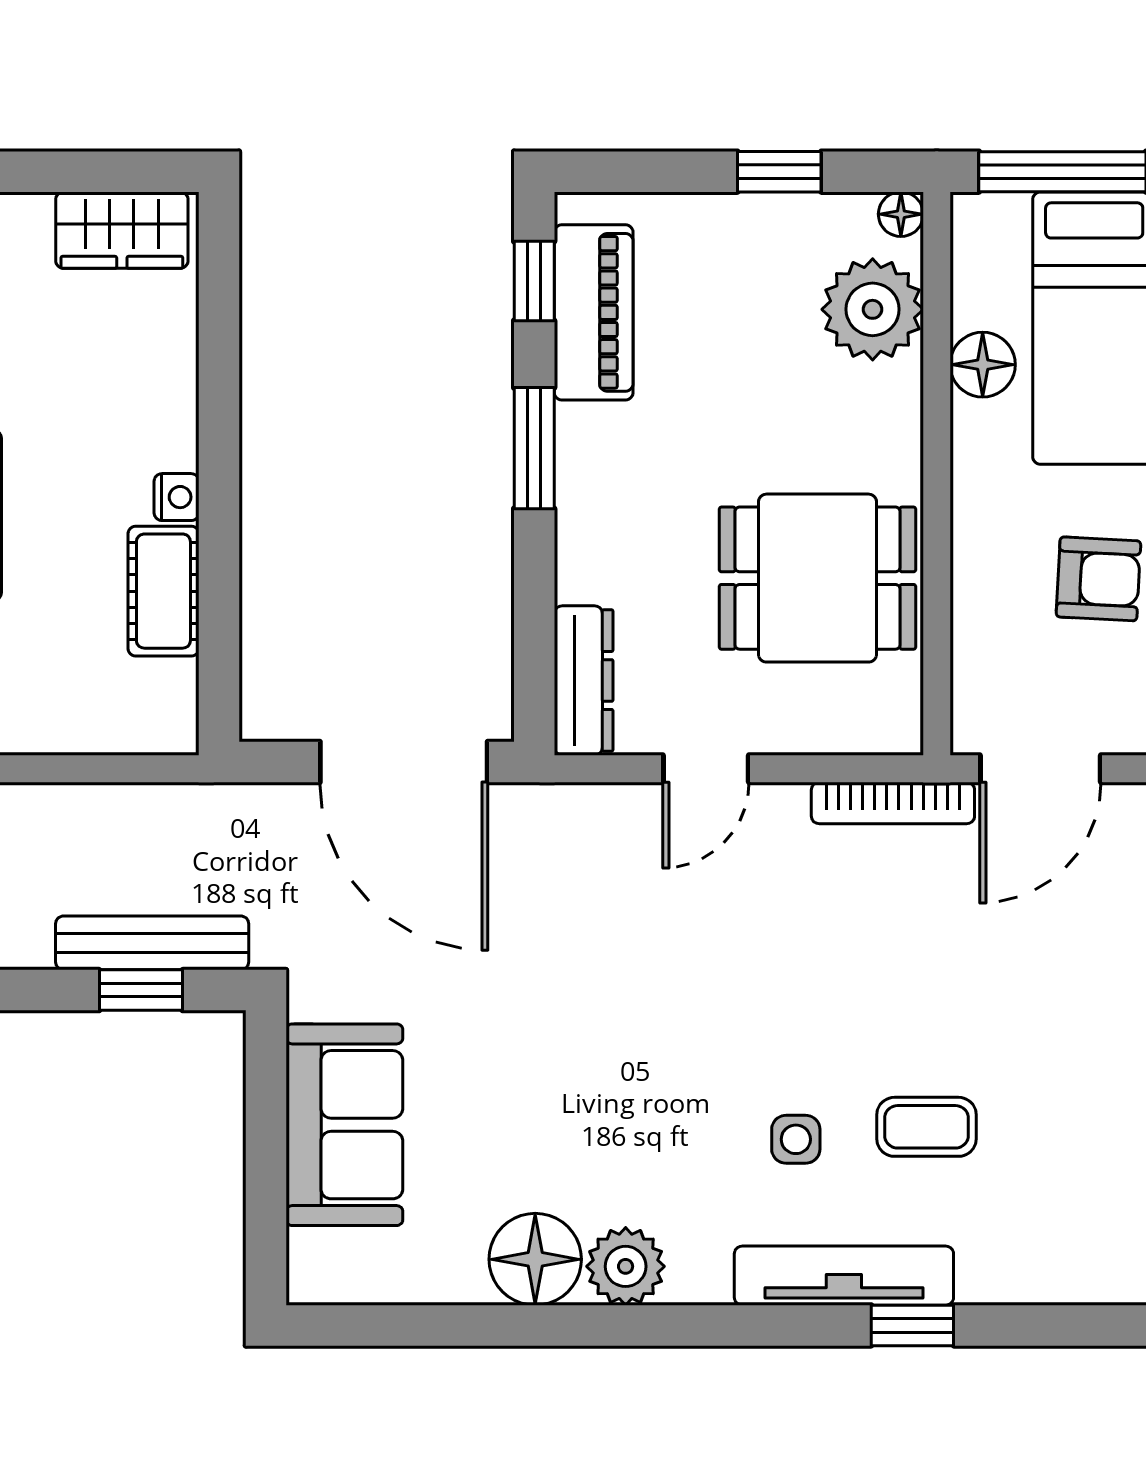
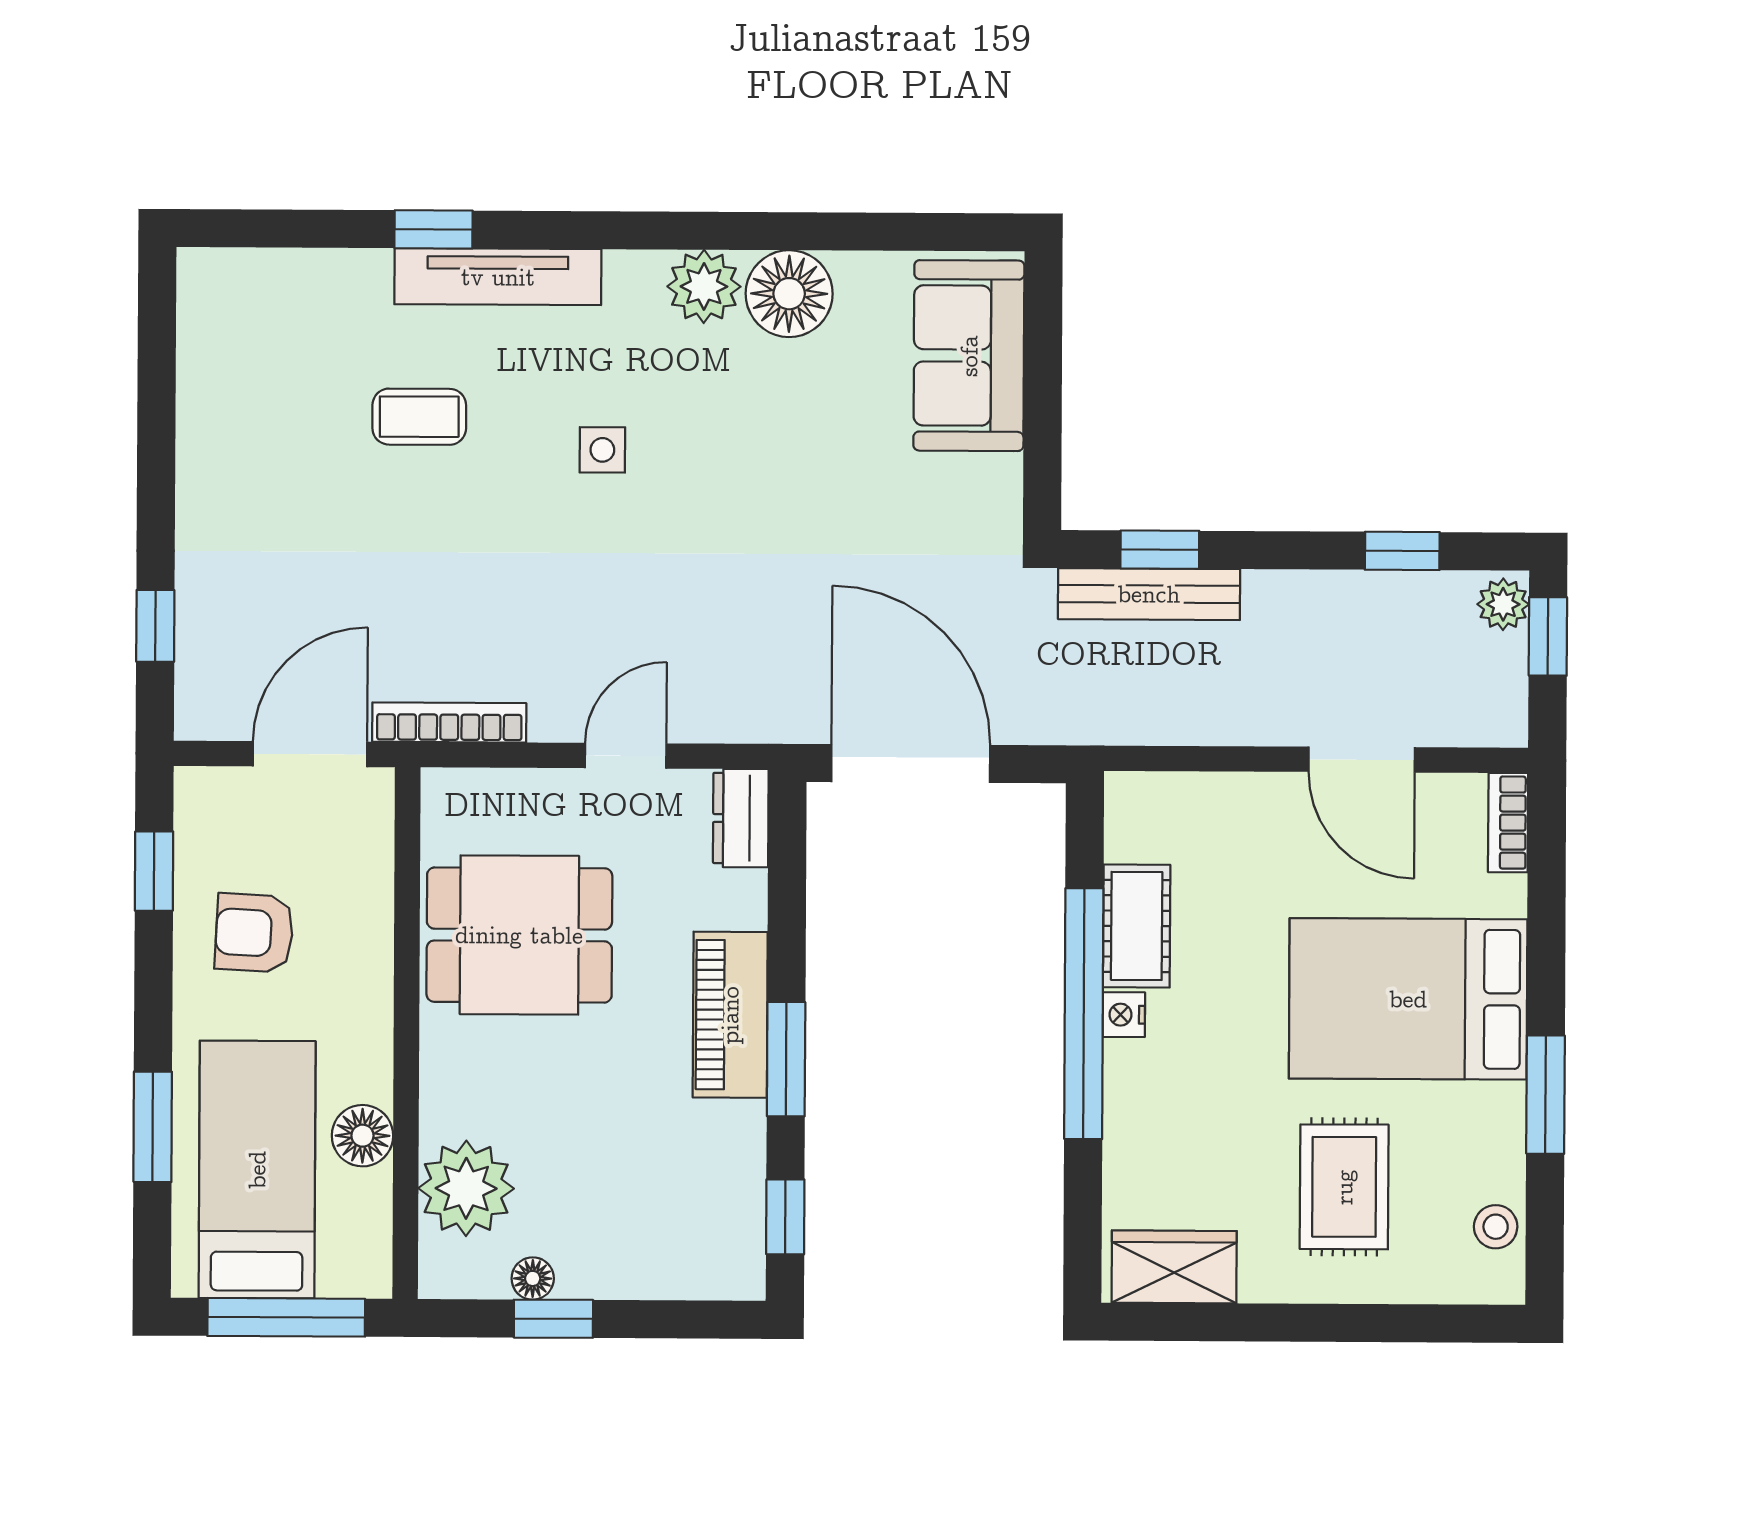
floor lamp: (901, 214) -> (533, 1278), moved
piano: (594, 312) -> (730, 1015), moved
window: (219, 498) -> (1084, 1014), added
dresser: (584, 680) -> (741, 818), width x0.70
sofa: (344, 1125) -> (969, 356), moved
side table: (796, 1139) -> (602, 450), moved

